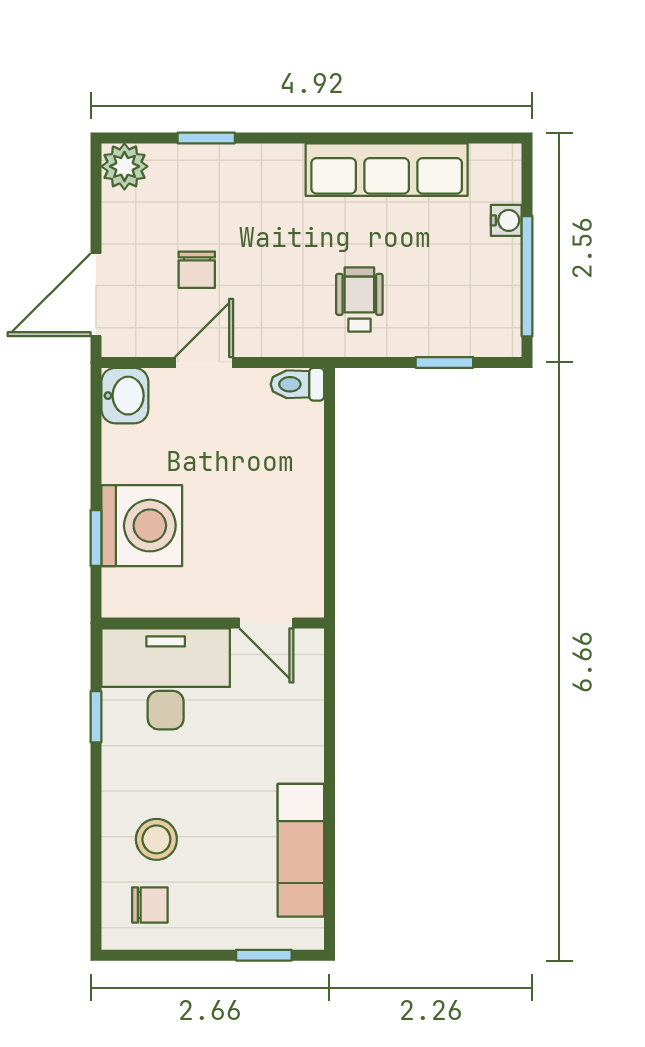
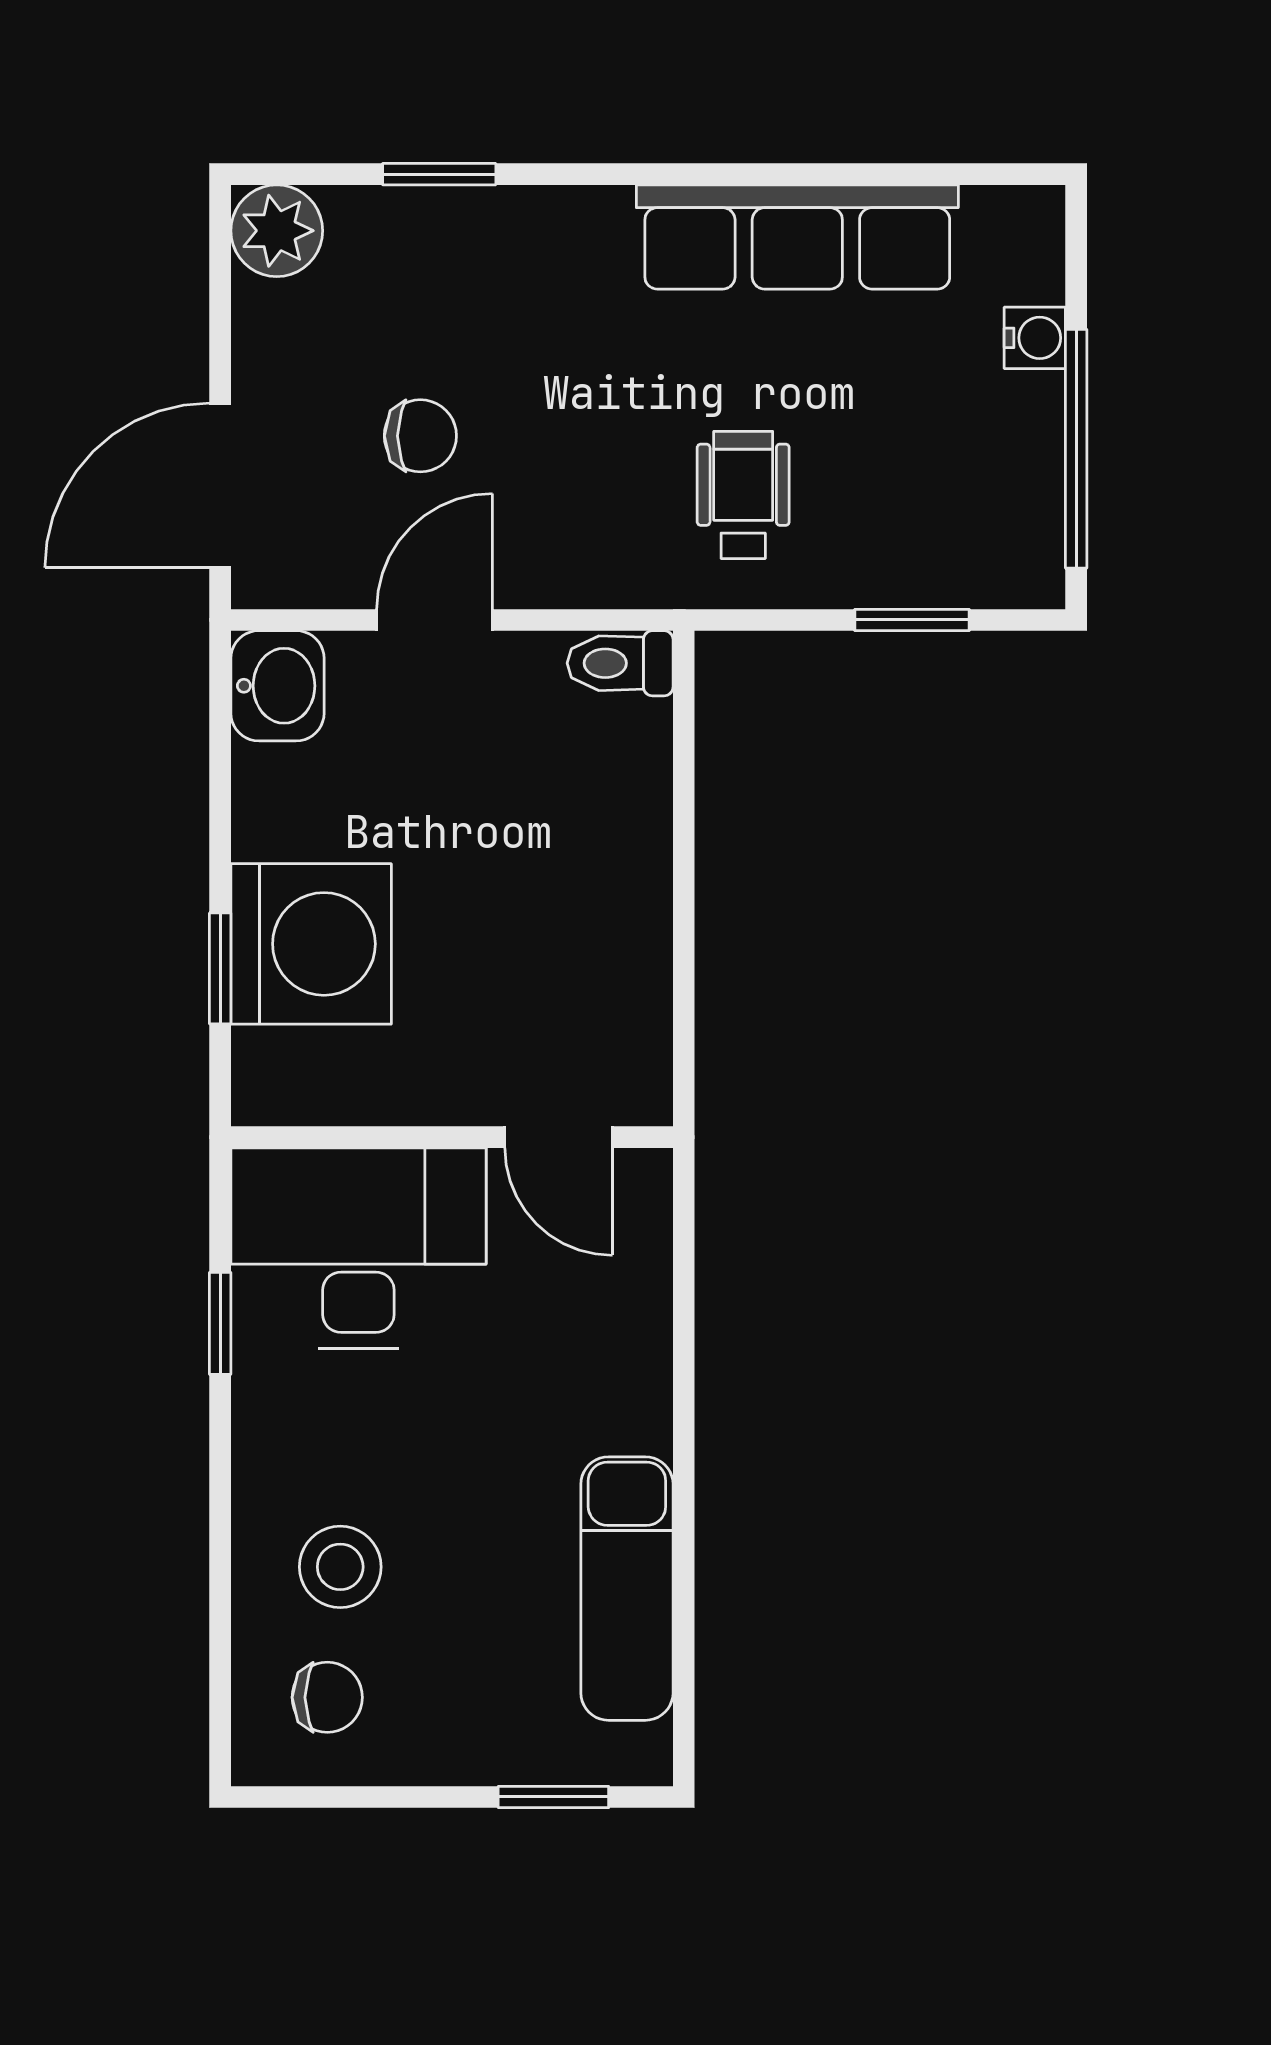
chair: (197, 270) -> (420, 436), turned -90

